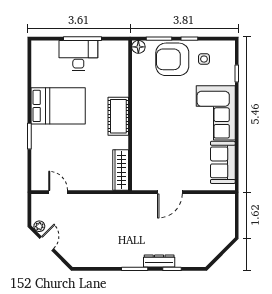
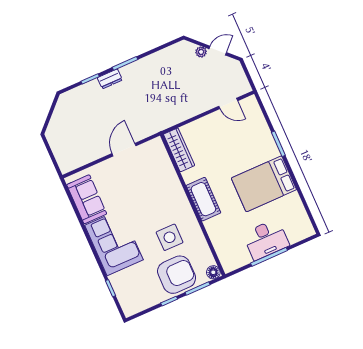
side table: (204, 59) -> (170, 237), moved, width x1.87, depth x1.87
plant: (39, 226) -> (201, 52), moved
door: (47, 244) -> (218, 51), swing flipped
dresser: (159, 261) -> (110, 79), width x0.70

